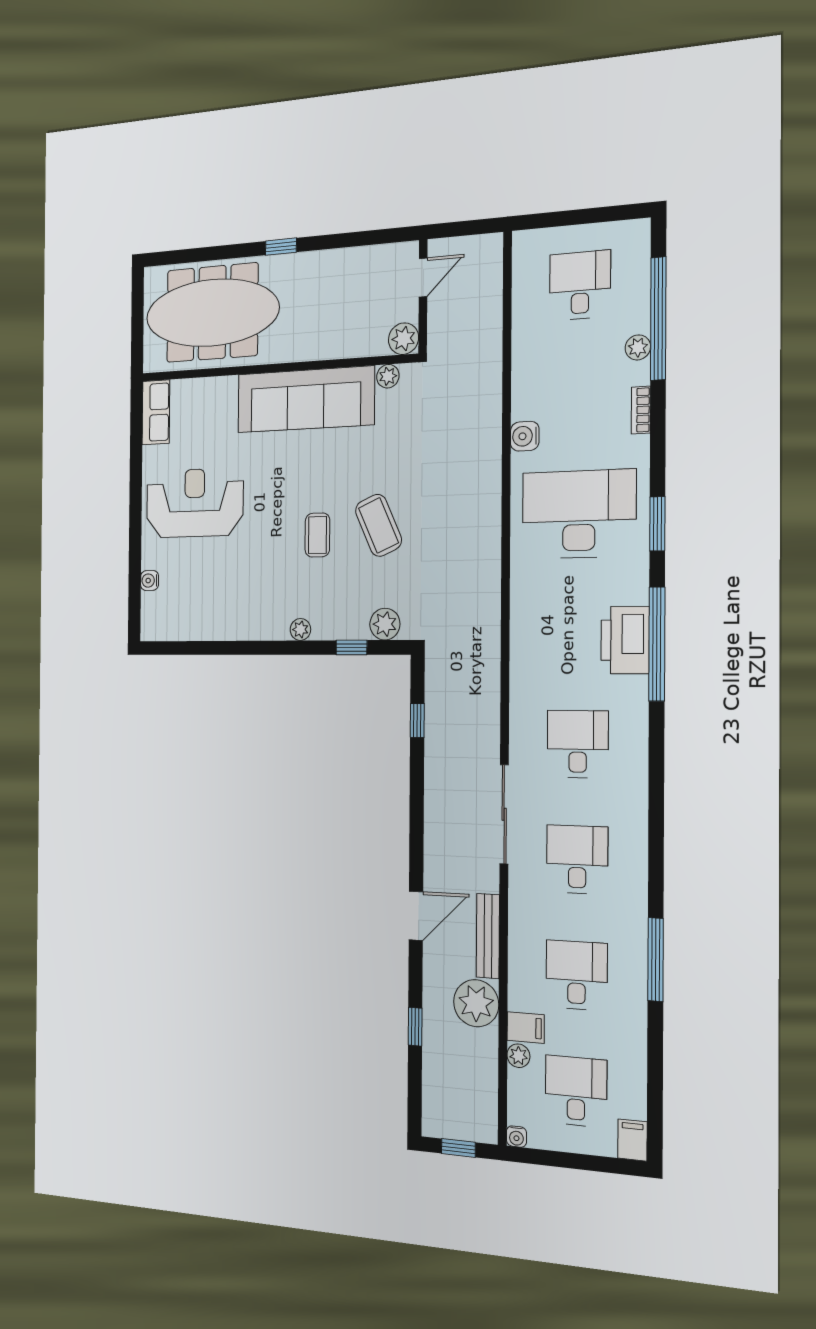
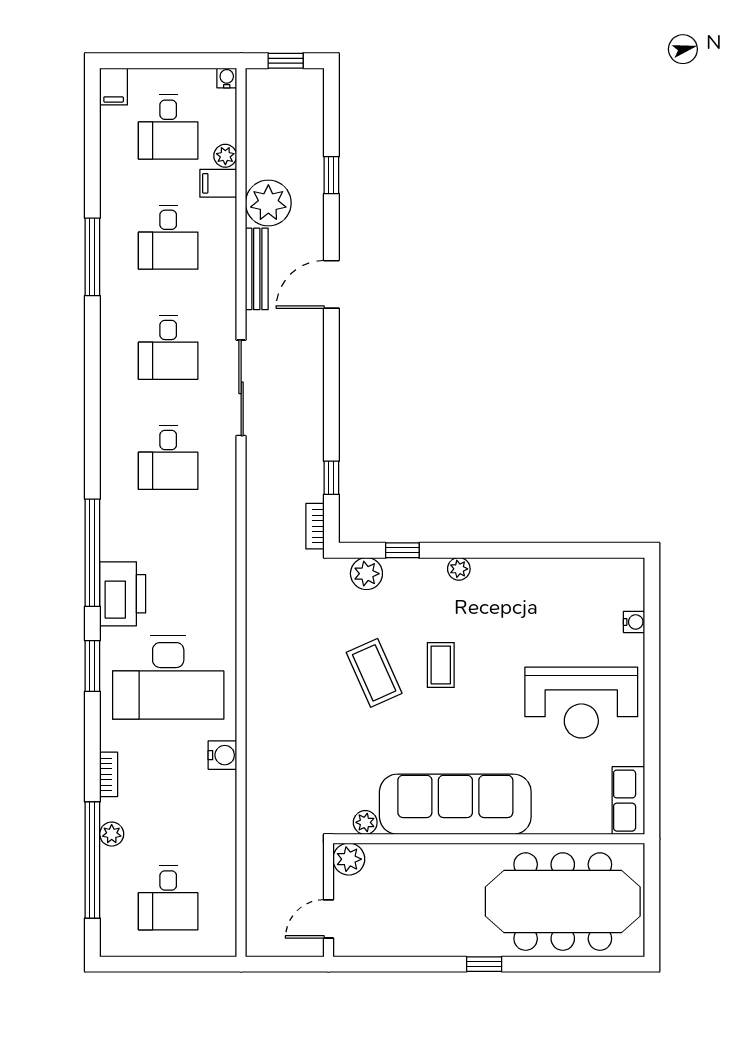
printer: (625, 640) -> (123, 594), moved
bookcase: (433, 672) -> (315, 526), added

